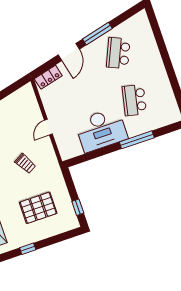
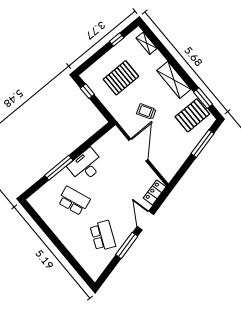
school desk: (134, 100) -> (74, 201), turned -33
door: (48, 127) -> (138, 150), width x1.87
desk: (101, 130) -> (86, 166), width x0.73, depth x0.77

